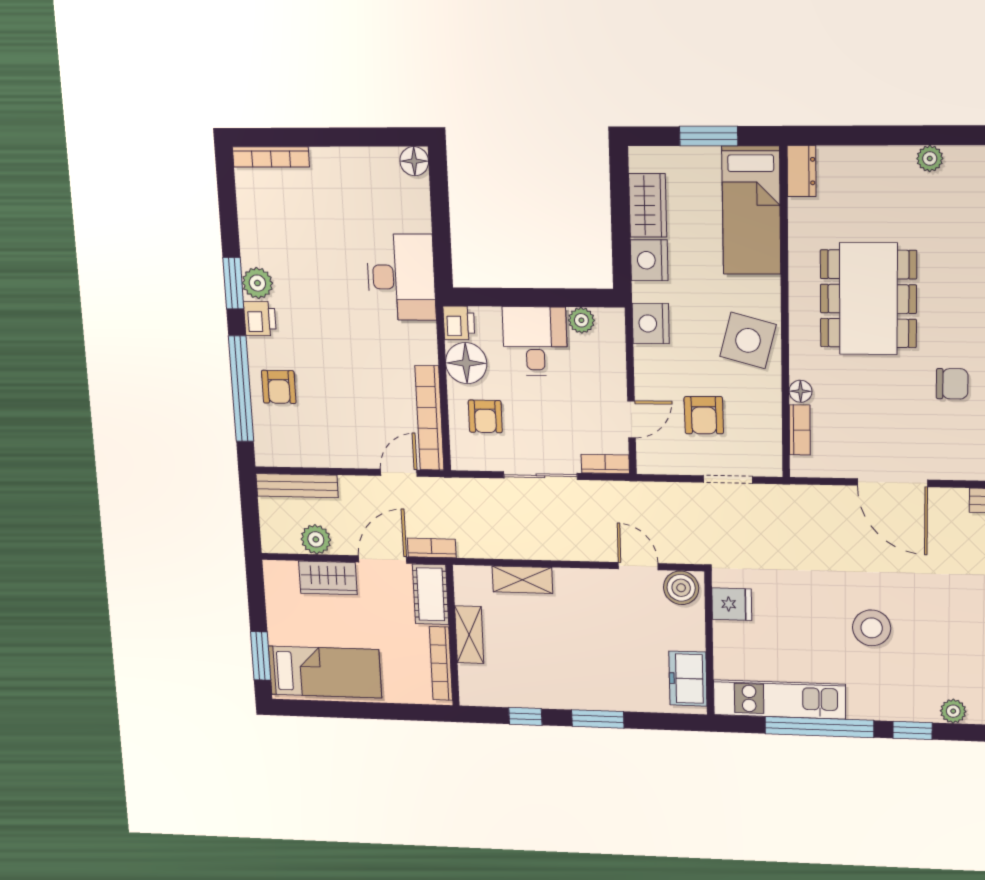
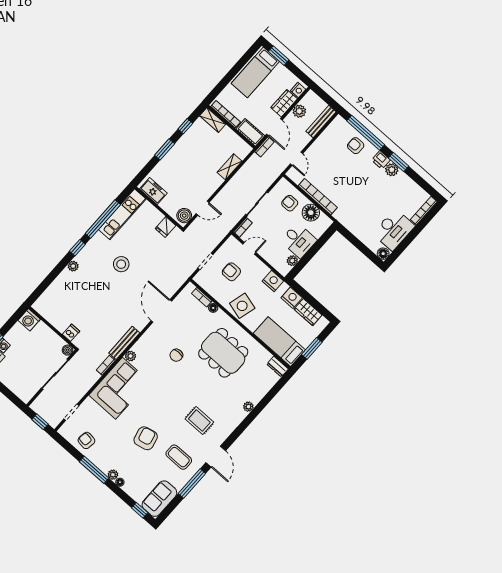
desk: (401, 277) -> (394, 230), moved, turned -90
printer: (459, 323) -> (325, 222), removed
bookcase: (429, 418) -> (318, 197), moved
door: (632, 419) -> (249, 248), swing flipped
door: (892, 483) -> (161, 311), hinge flipped
nightstand: (284, 573) -> (298, 90), added
shelving: (469, 635) -> (213, 120), moved

